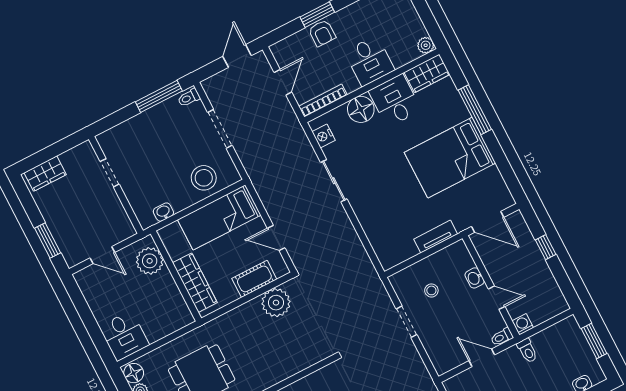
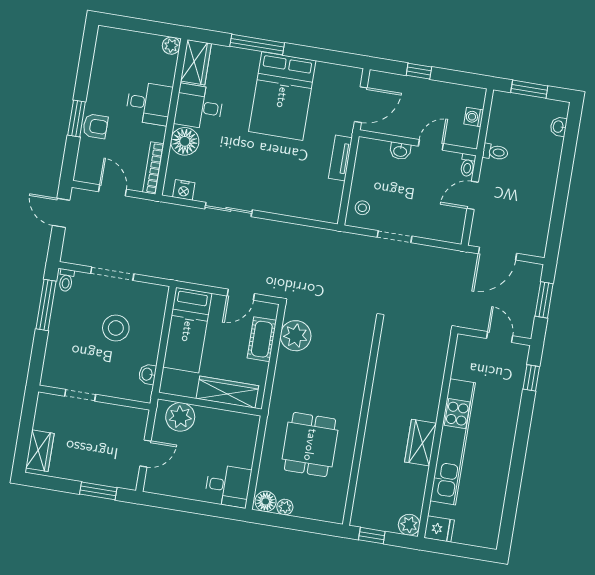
stool: (204, 178) -> (116, 328), moved
stool: (431, 290) -> (362, 208), moved
washing machine: (523, 324) -> (474, 117), moved

